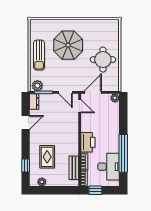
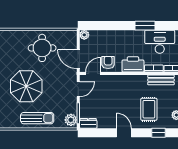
armchair: (90, 120) -> (108, 62), added
door: (26, 123) -> (124, 133), moved
window: (123, 153) -> (145, 26), width x0.47
rug: (47, 157) -> (149, 109), turned 90

